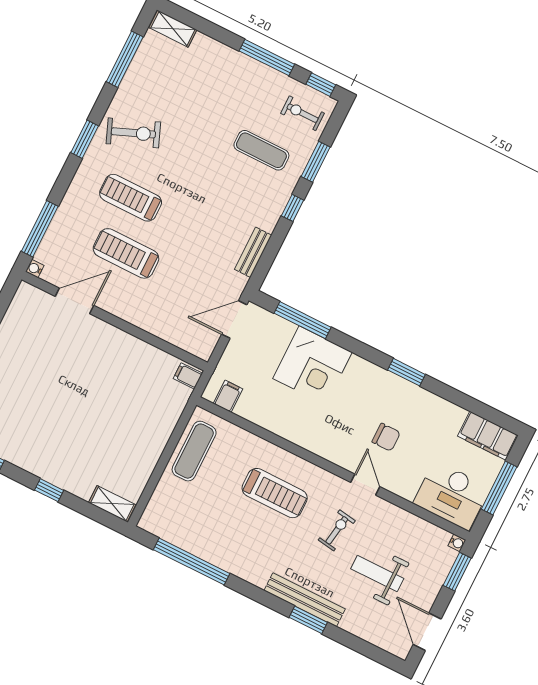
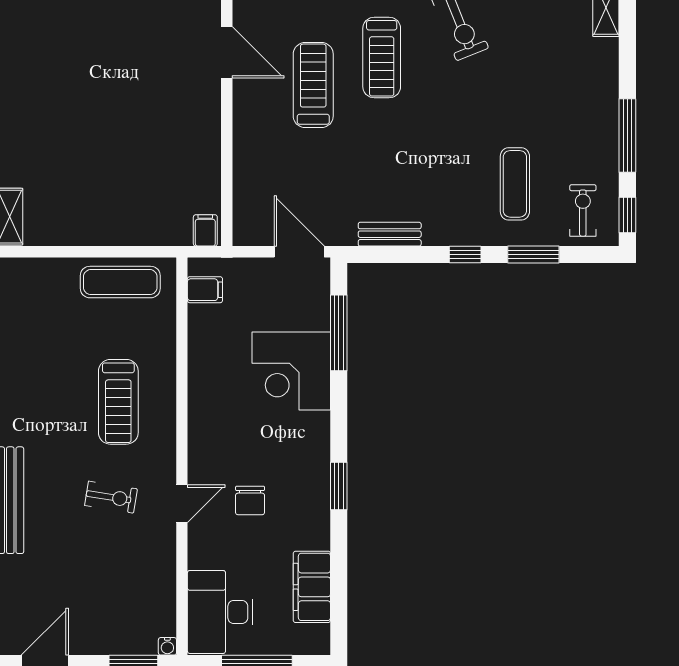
treadmill: (131, 198) -> (382, 58), turned 180
filing cabinet: (488, 436) -> (312, 587), moved
weight bench: (377, 574) -> (84, 571), removed

